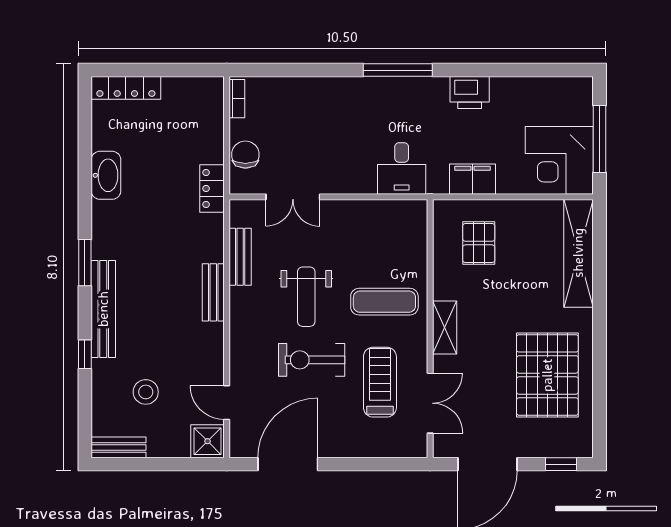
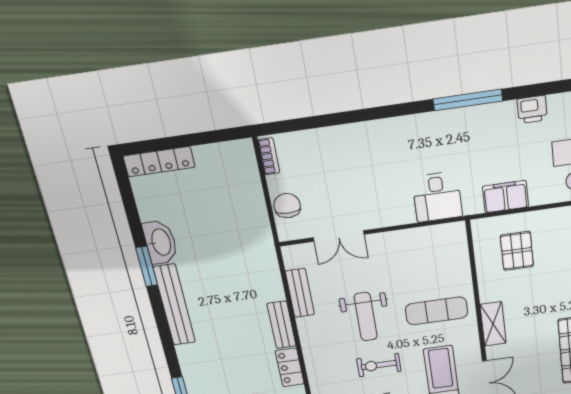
window: (398, 70) -> (468, 100), moved
printer: (470, 92) -> (532, 109), moved, width x0.73, depth x0.81
locker: (212, 188) -> (290, 367), moved
window: (85, 263) -> (147, 266), moved
bench: (103, 309) -> (174, 305), moved
exercise bike: (312, 360) -> (379, 365), width x0.73, depth x0.72

